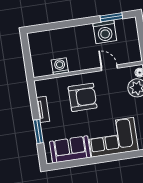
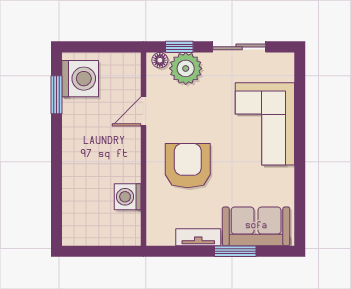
washing machine: (105, 32) -> (80, 79), moved
sofa: (70, 149) -> (256, 226), moved, turned 90

